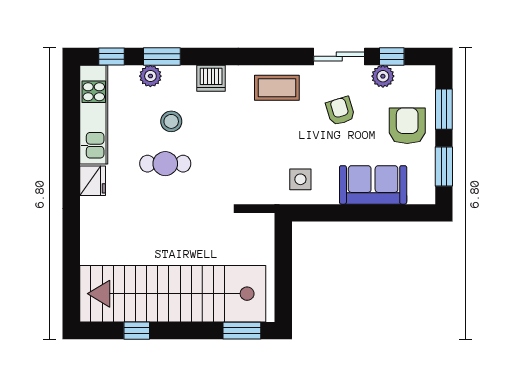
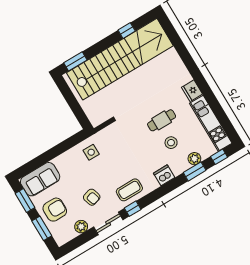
window: (392, 56) -> (133, 209), moved
armchair: (407, 126) -> (55, 210), turned -90
sofa: (373, 185) -> (40, 179), moved

